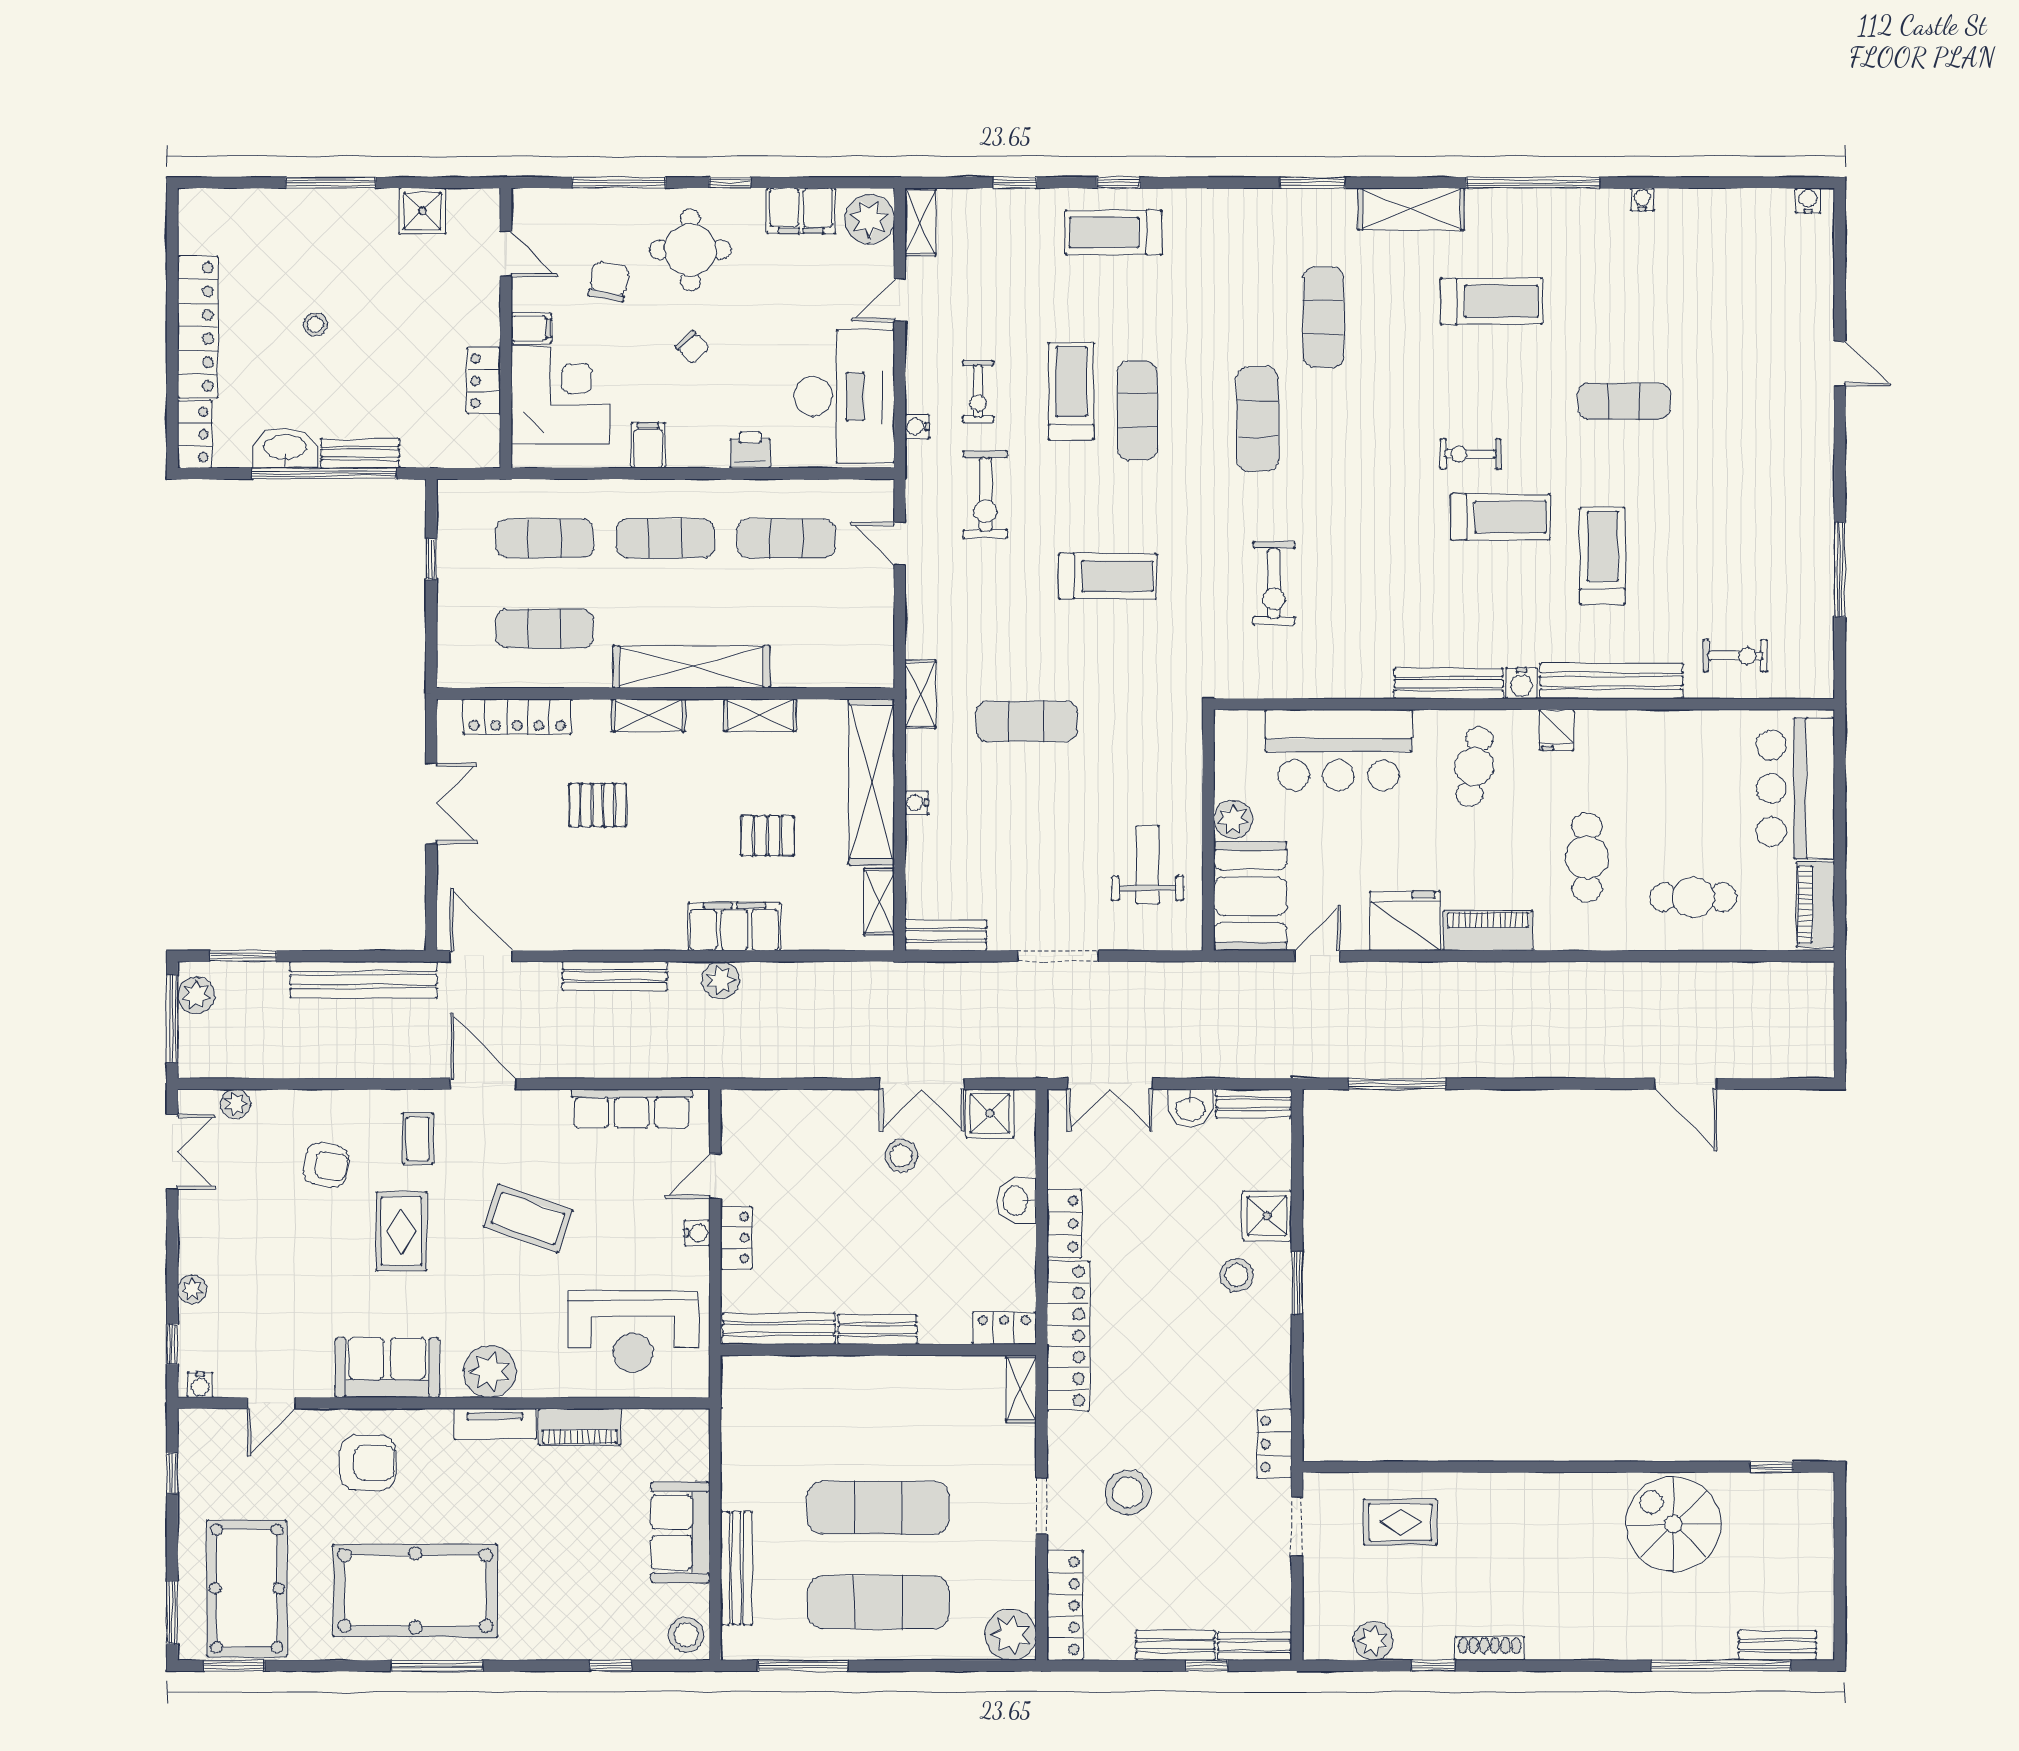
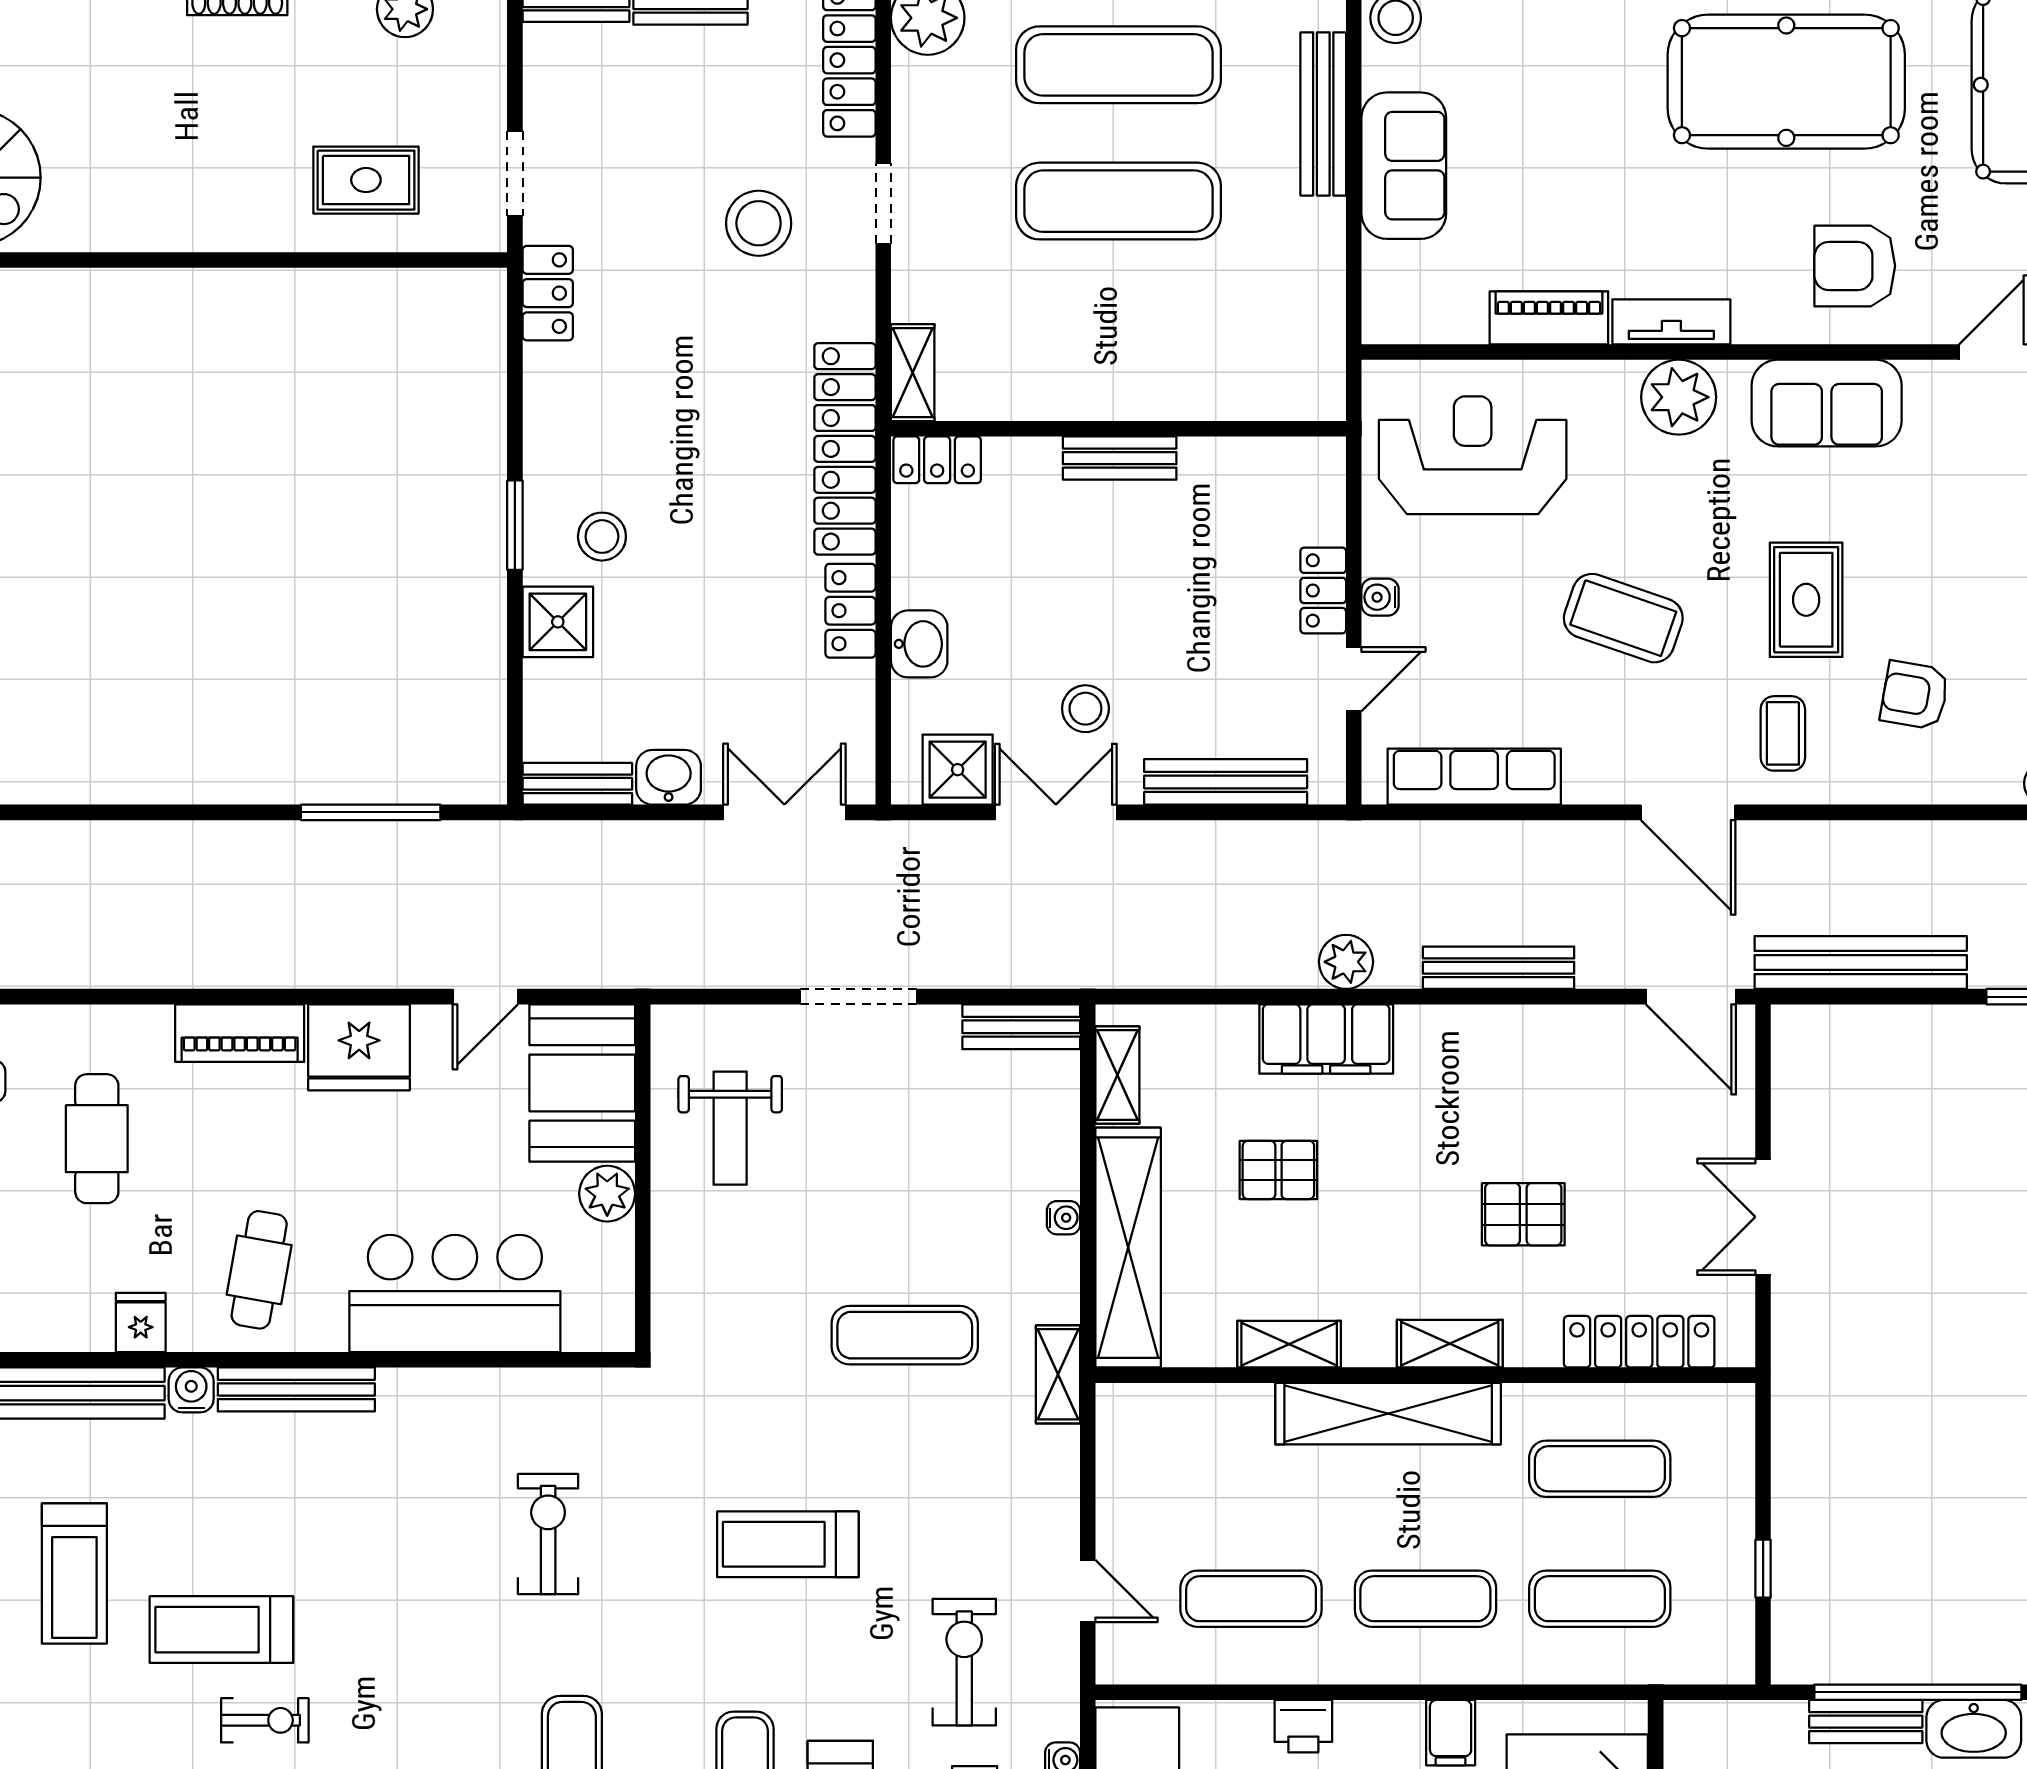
bench: (779, 1329) -> (1226, 782), moved

